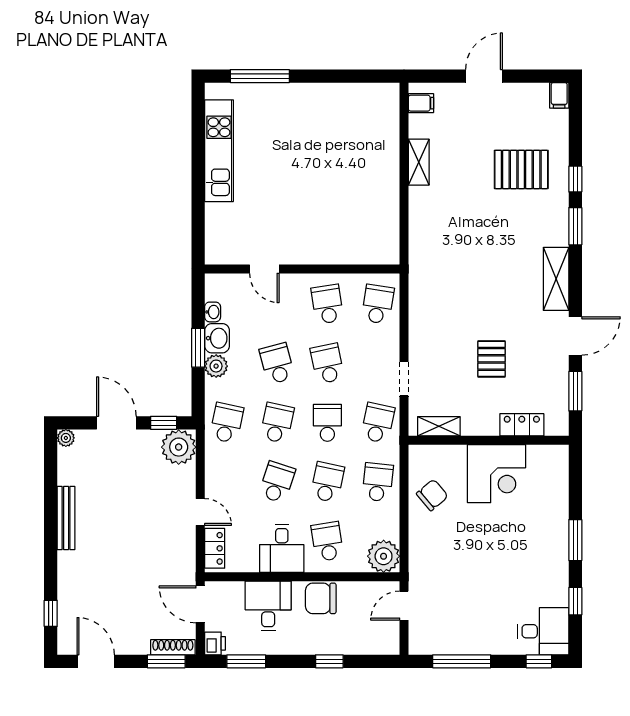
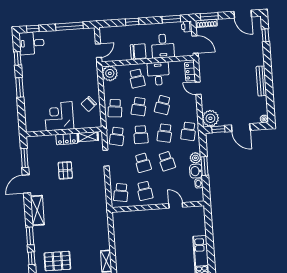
locker: (522, 425) -> (67, 139), moved

